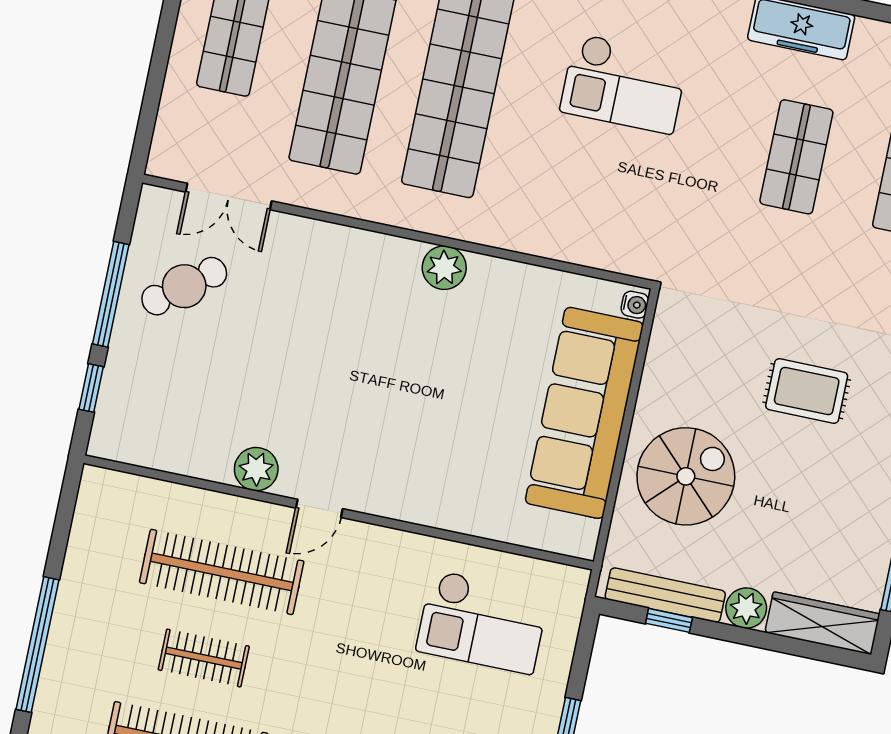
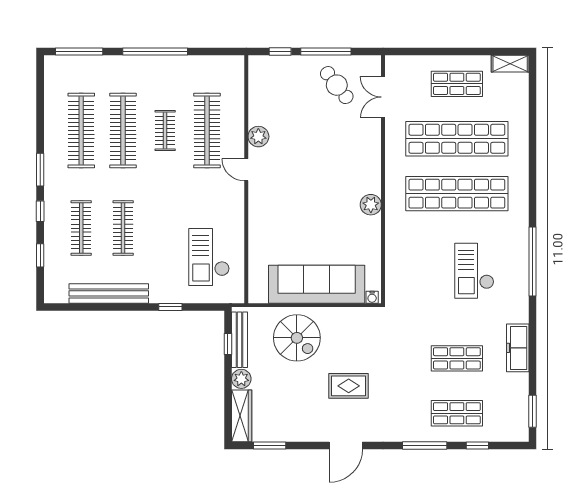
rug: (807, 391) -> (349, 386), turned 90

